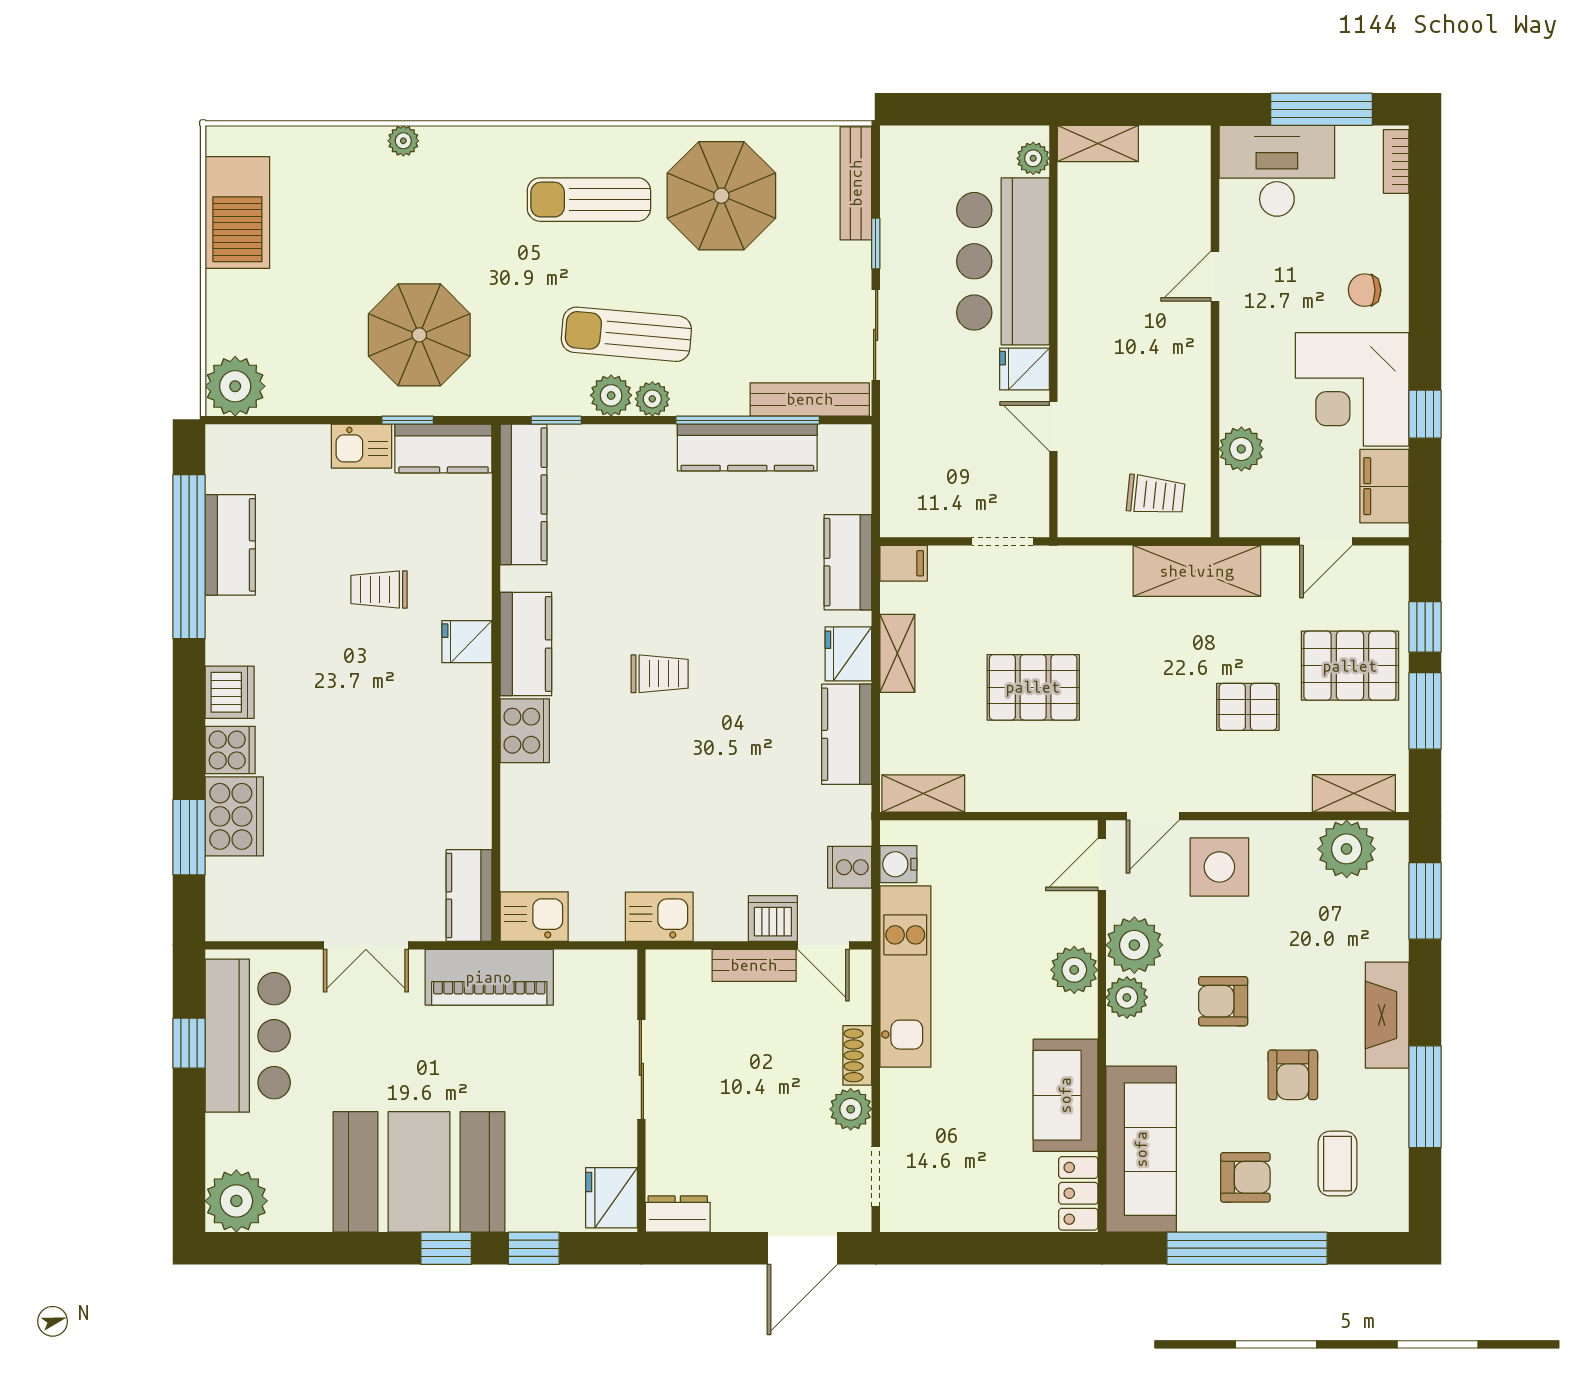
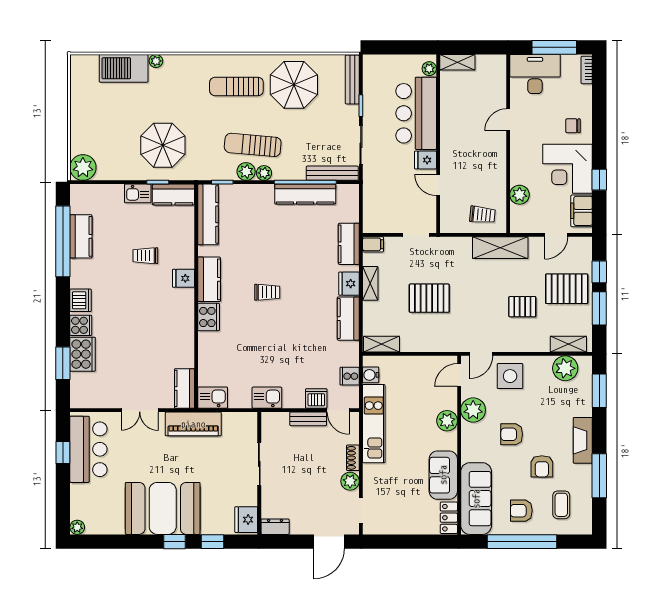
barbecue: (237, 212) -> (124, 68), moved, turned 90
plant: (1127, 997) -> (470, 433), removed
armchair: (1245, 1177) -> (521, 511), turned 180
plant: (236, 1201) -> (77, 527), width x0.53, depth x0.53

